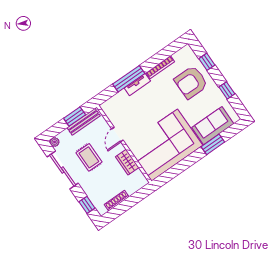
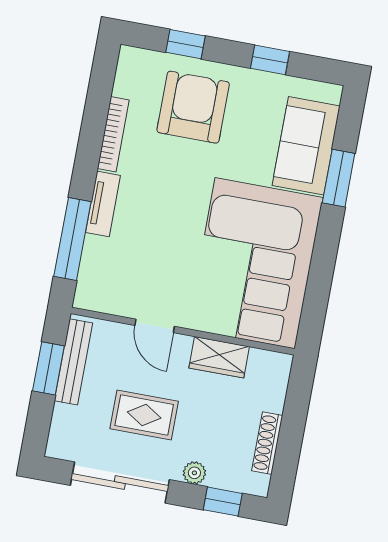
window: (129, 79) -> (72, 239), moved
armchair: (191, 82) -> (193, 107), turned 180
plant: (55, 142) -> (194, 473), moved

